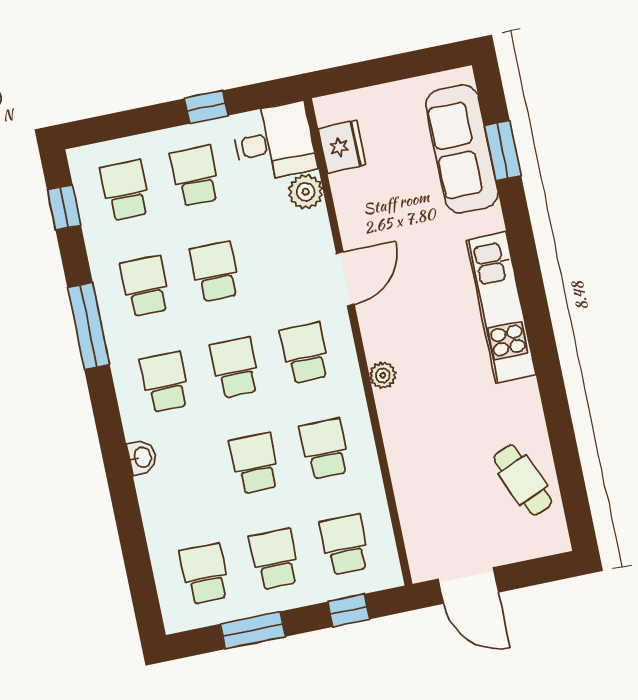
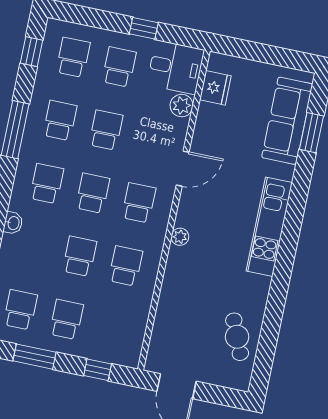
school desk: (345, 545) -> (112, 329), removed

